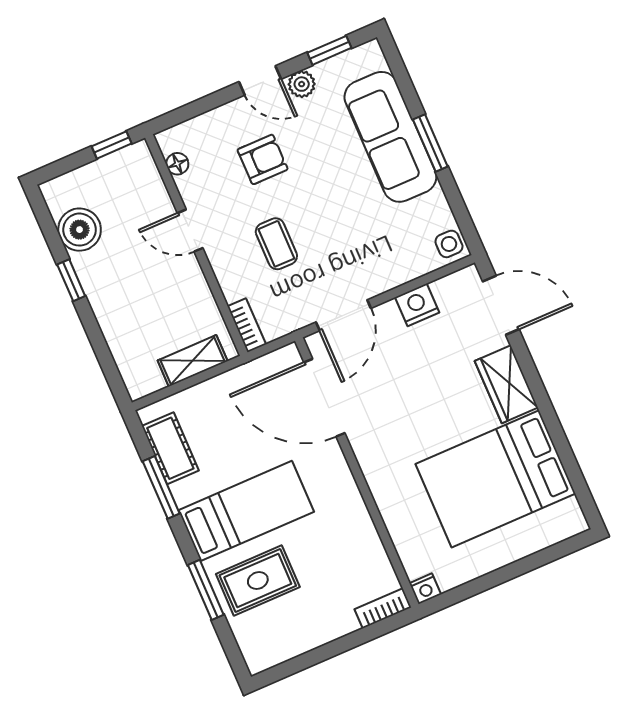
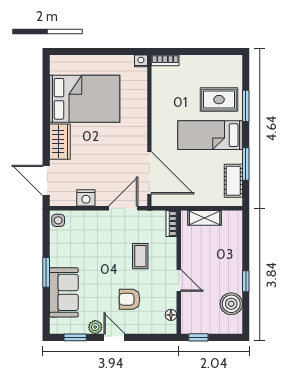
sofa: (390, 137) -> (64, 292), width x0.73

